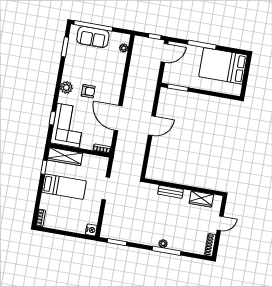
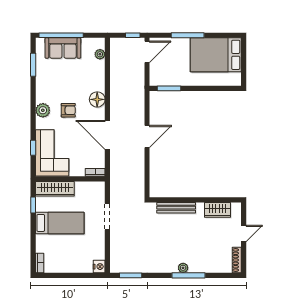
floor lamp: (115, 86) -> (97, 99), added
bench: (170, 192) -> (176, 208), width x1.36

